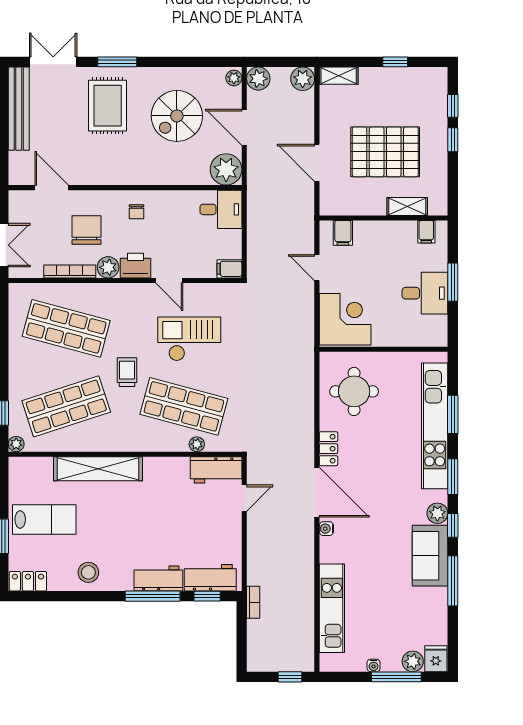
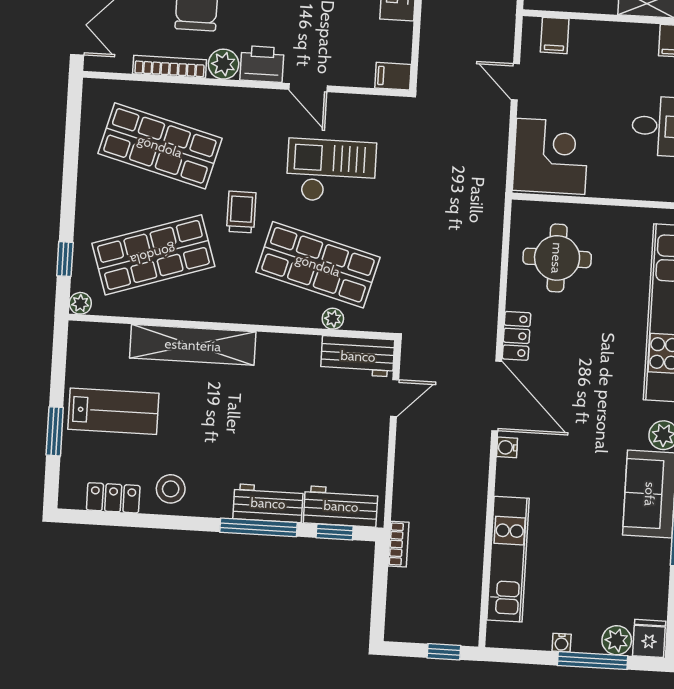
locker: (28, 581) -> (113, 498), moved

